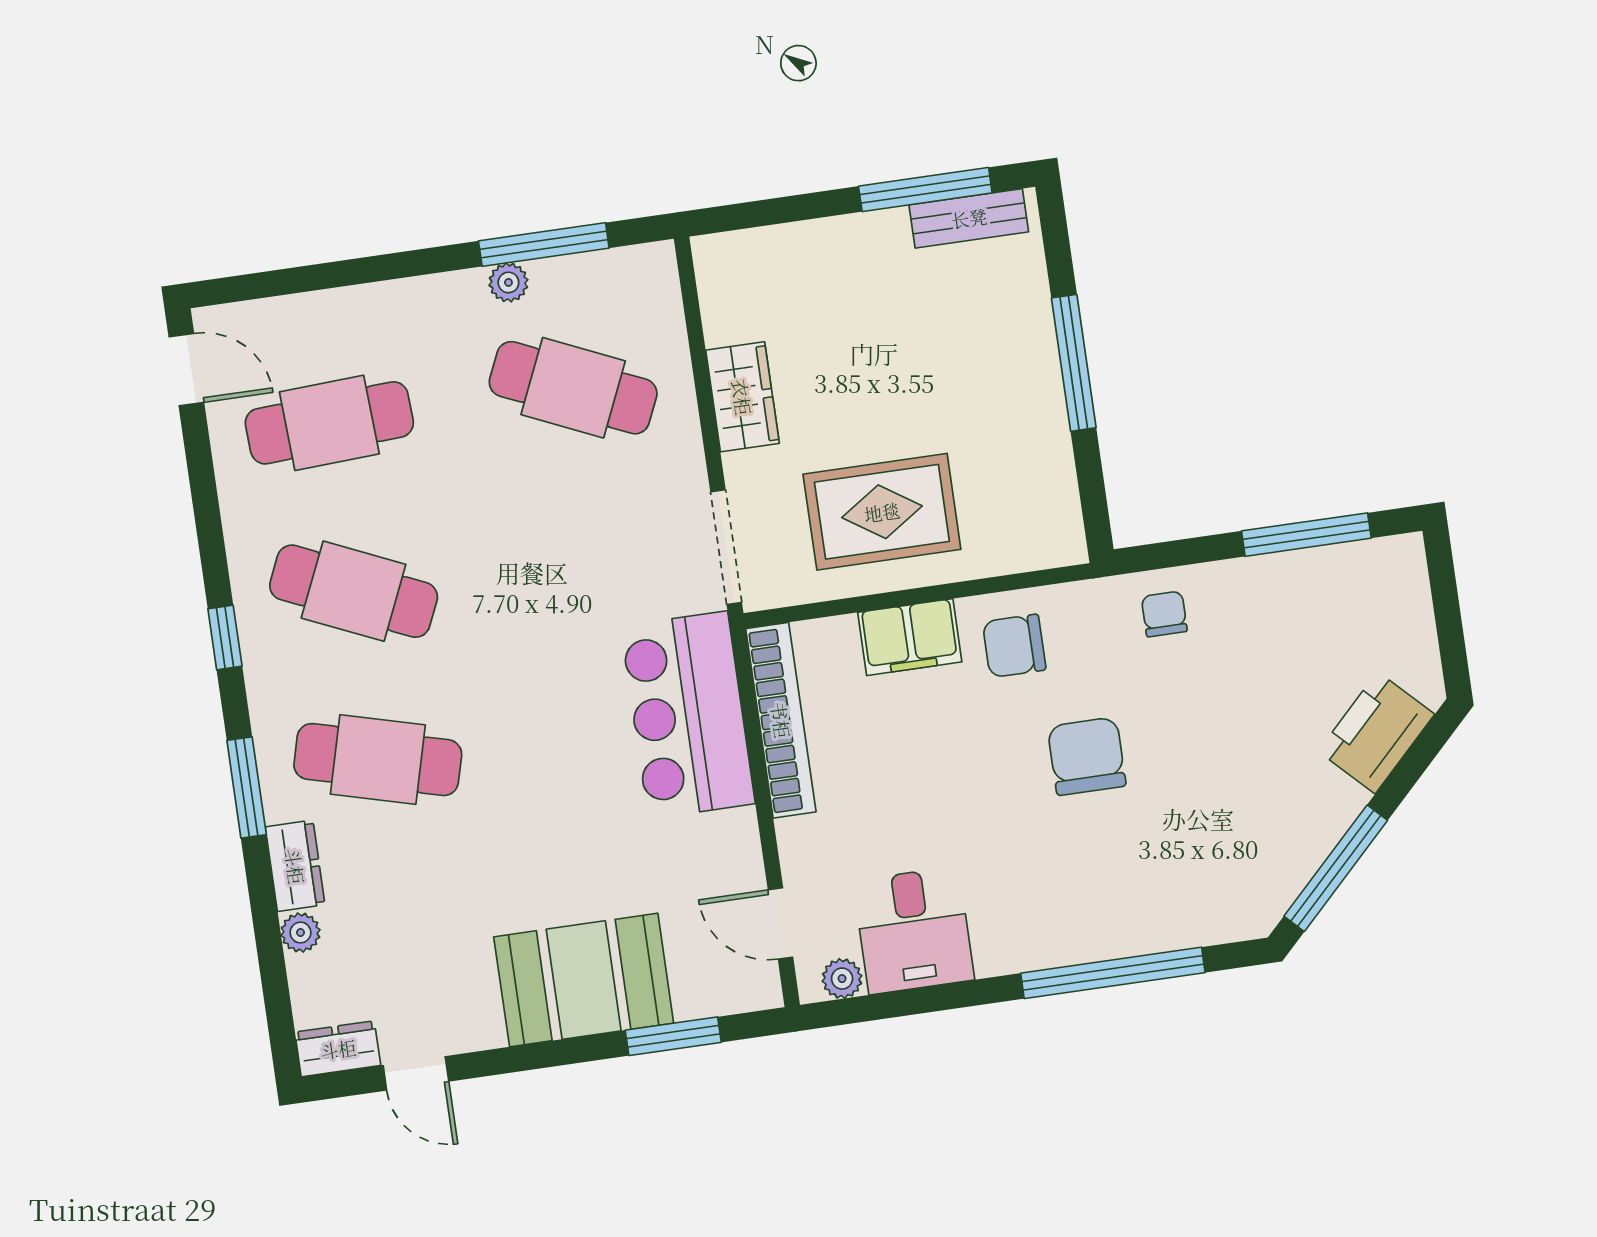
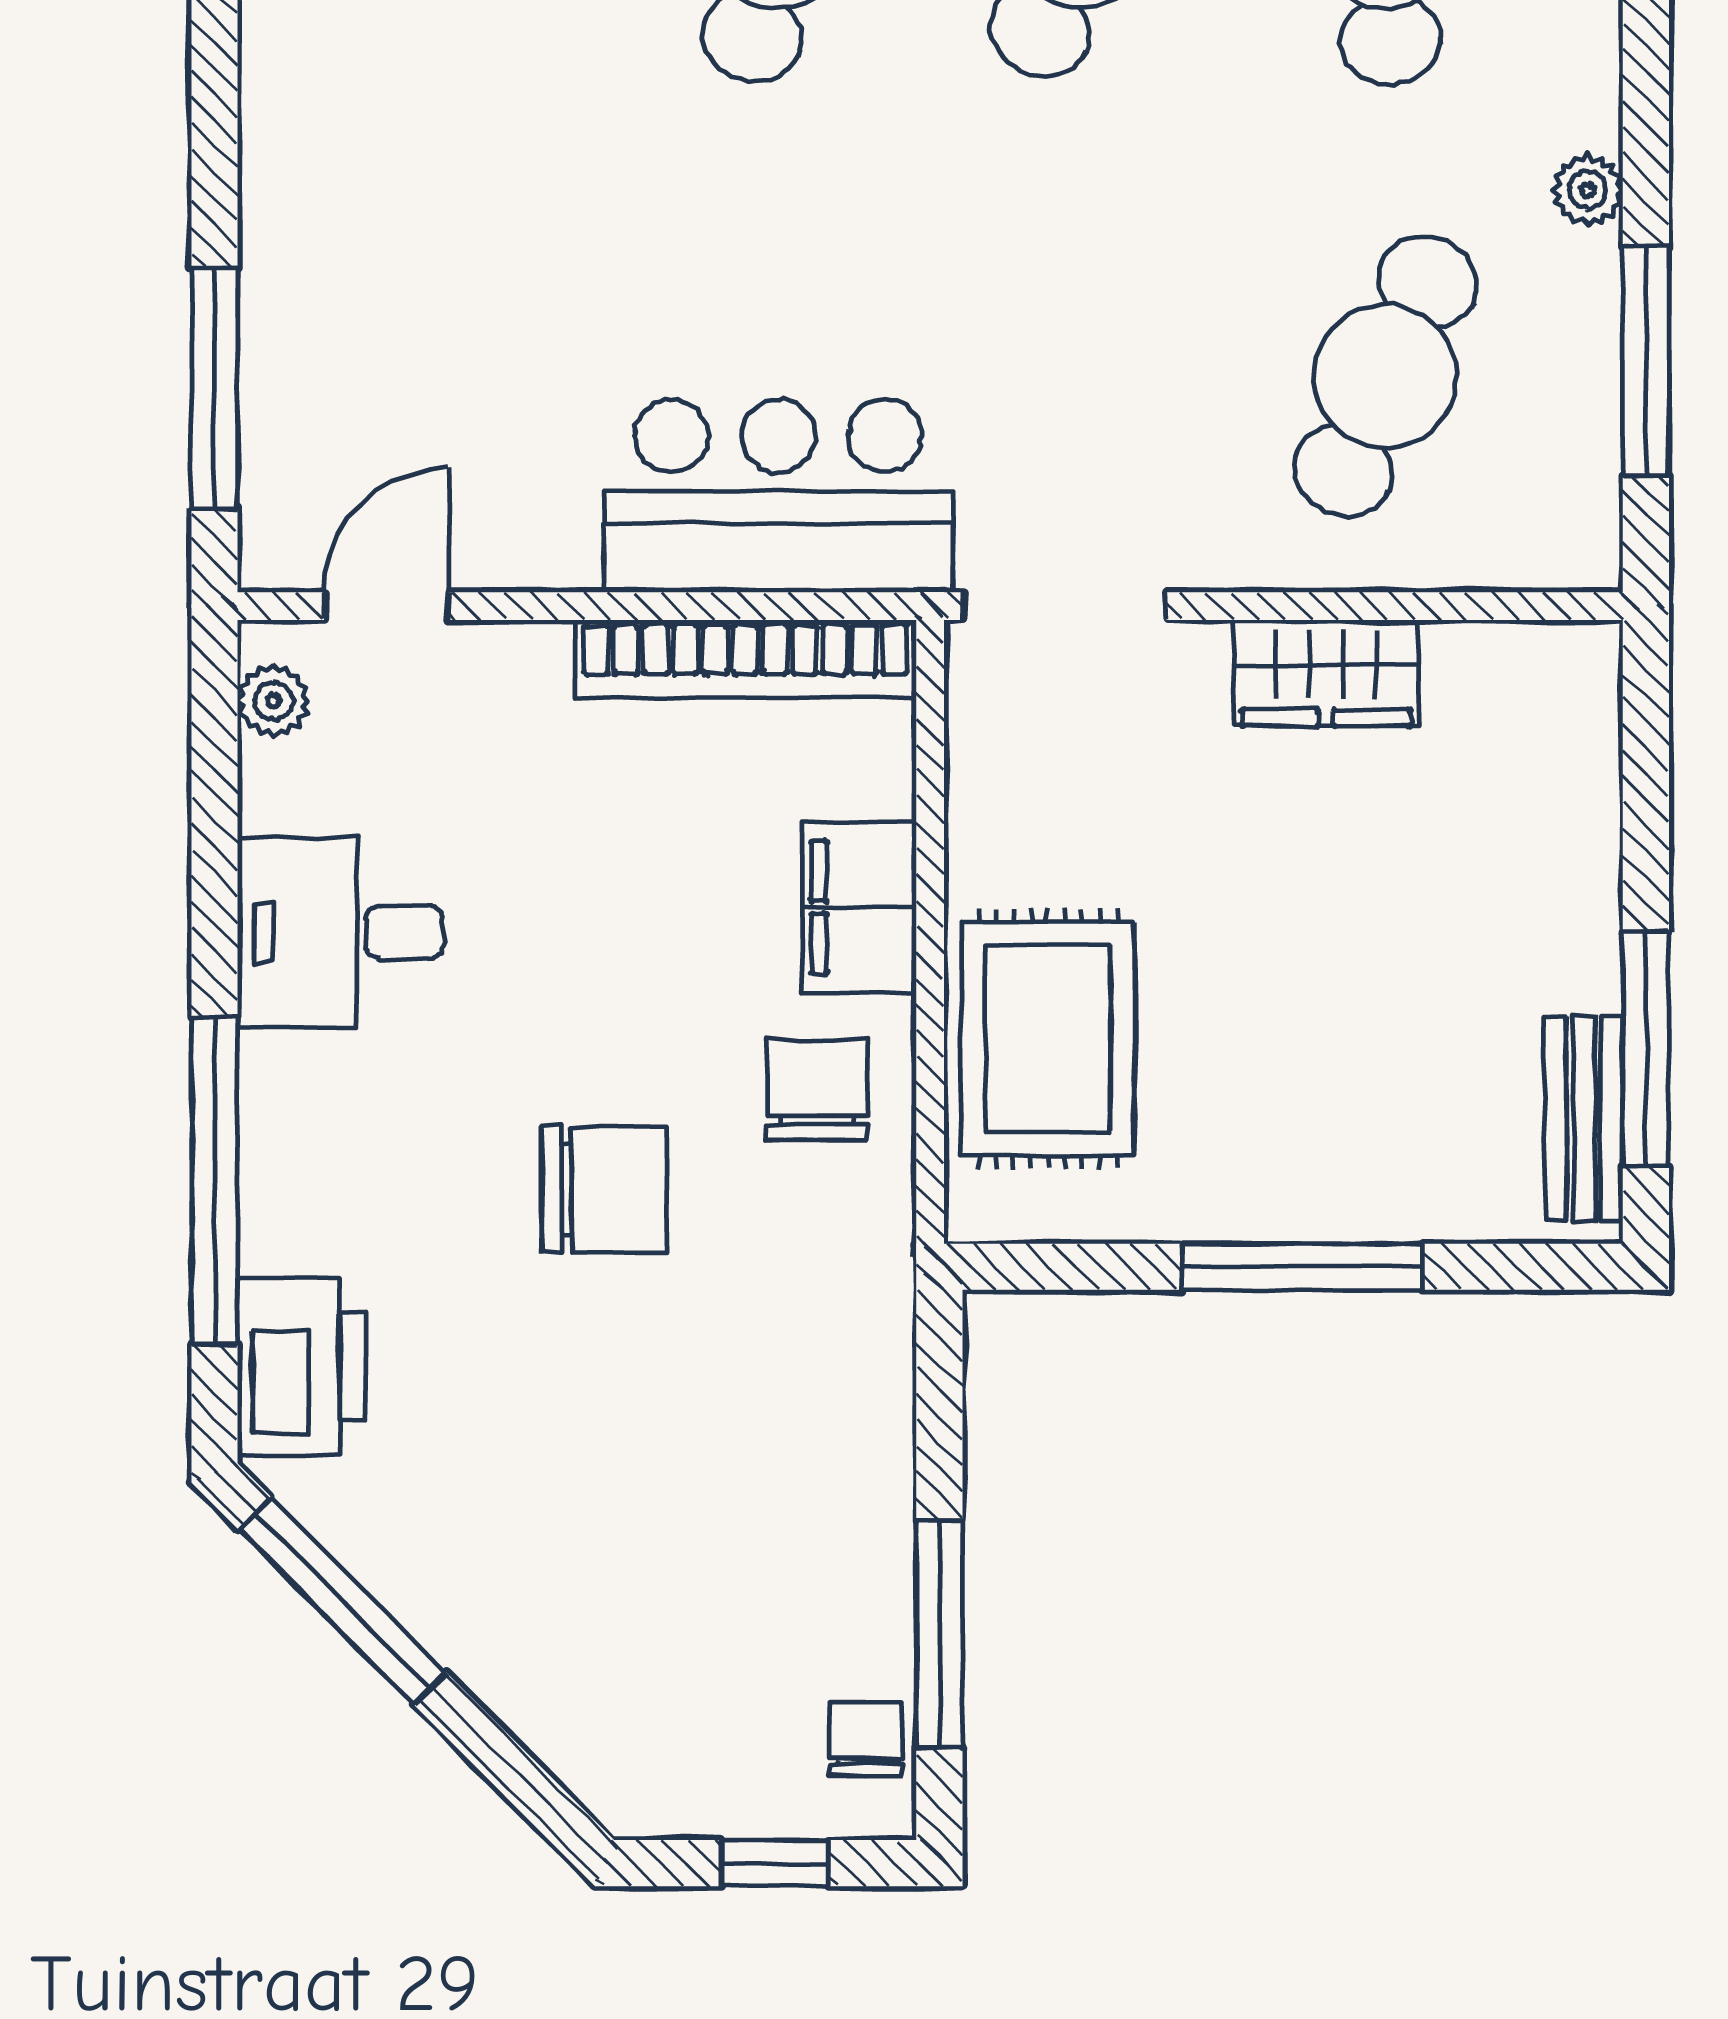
plant: (508, 282) -> (1588, 190), moved
rug: (882, 512) -> (1048, 1039), moved
window: (1447, 608) -> (774, 1863), added
chair: (1164, 614) -> (865, 1739), moved, turned -90
printer: (1376, 733) -> (301, 1366), moved, turned 45
desk: (914, 930) -> (340, 932), moved
booth: (584, 980) -> (337, 244), removed
window: (673, 1036) -> (214, 388), width x1.44

